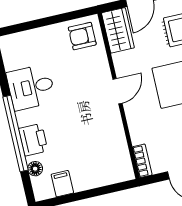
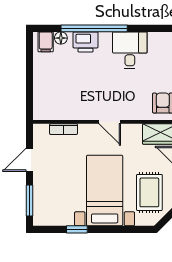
bookcase: (142, 161) -> (64, 129), moved
filing cabinet: (62, 184) -> (46, 42), moved, turned 90

